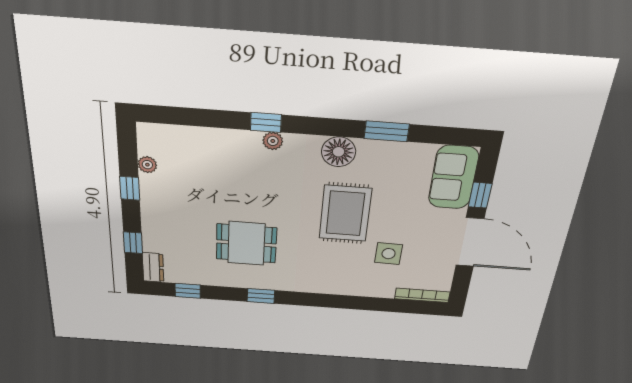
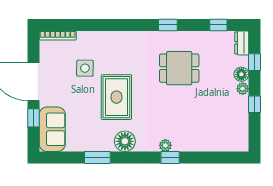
plant: (147, 165) -> (243, 89), moved
floor lamp: (152, 229) -> (241, 74), added

